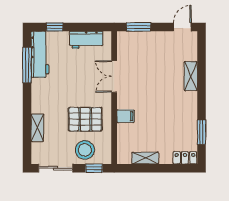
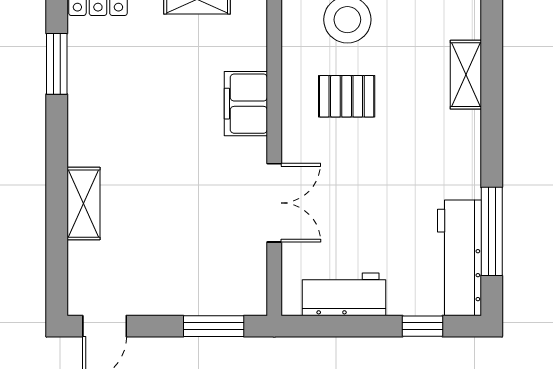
filing cabinet: (126, 116) -> (246, 104), width x2.00
pallet: (85, 119) -> (347, 96), width x0.67, depth x0.71

